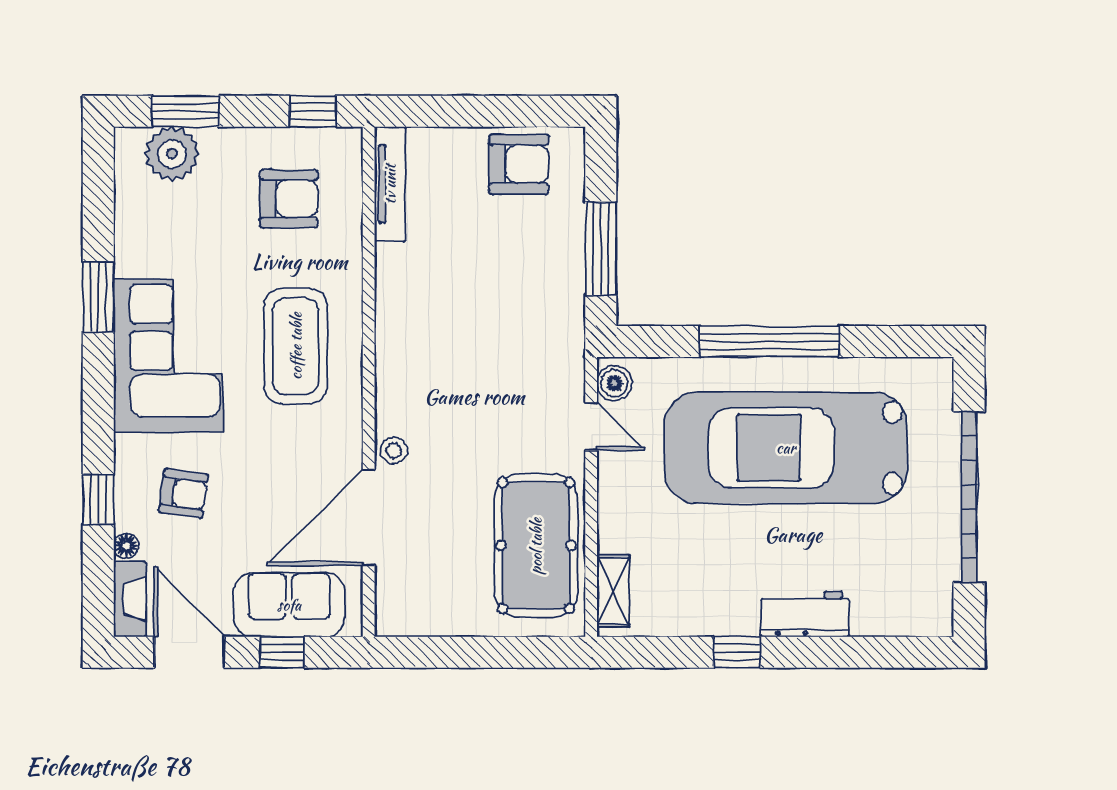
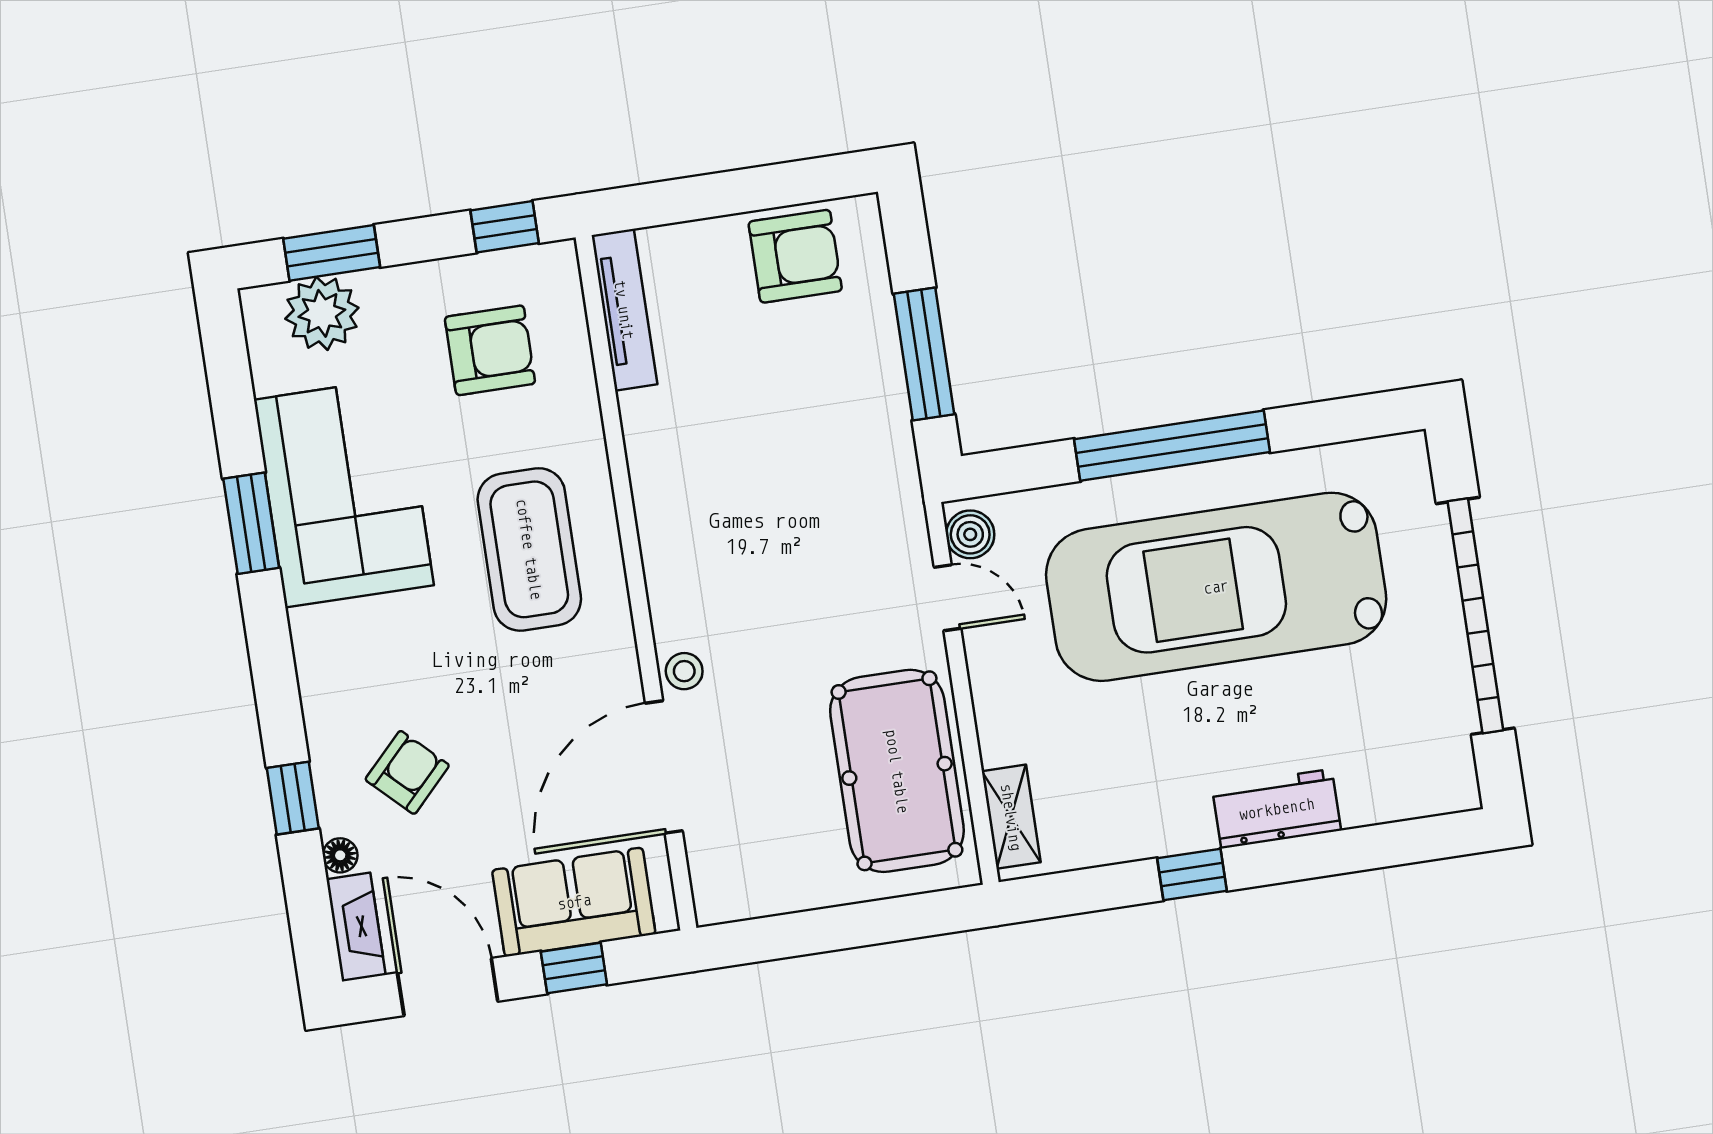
corner sofa: (168, 356) -> (344, 492), moved
armchair: (183, 493) -> (407, 772), turned -54

